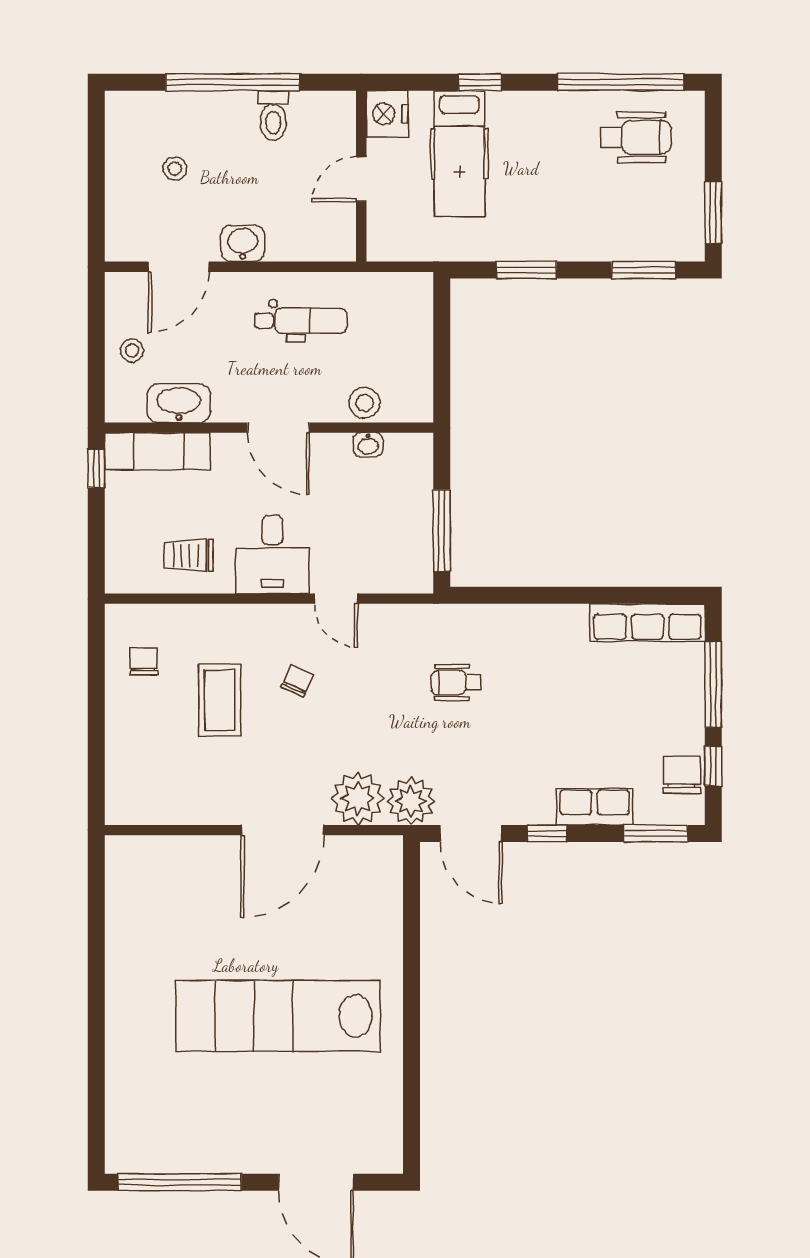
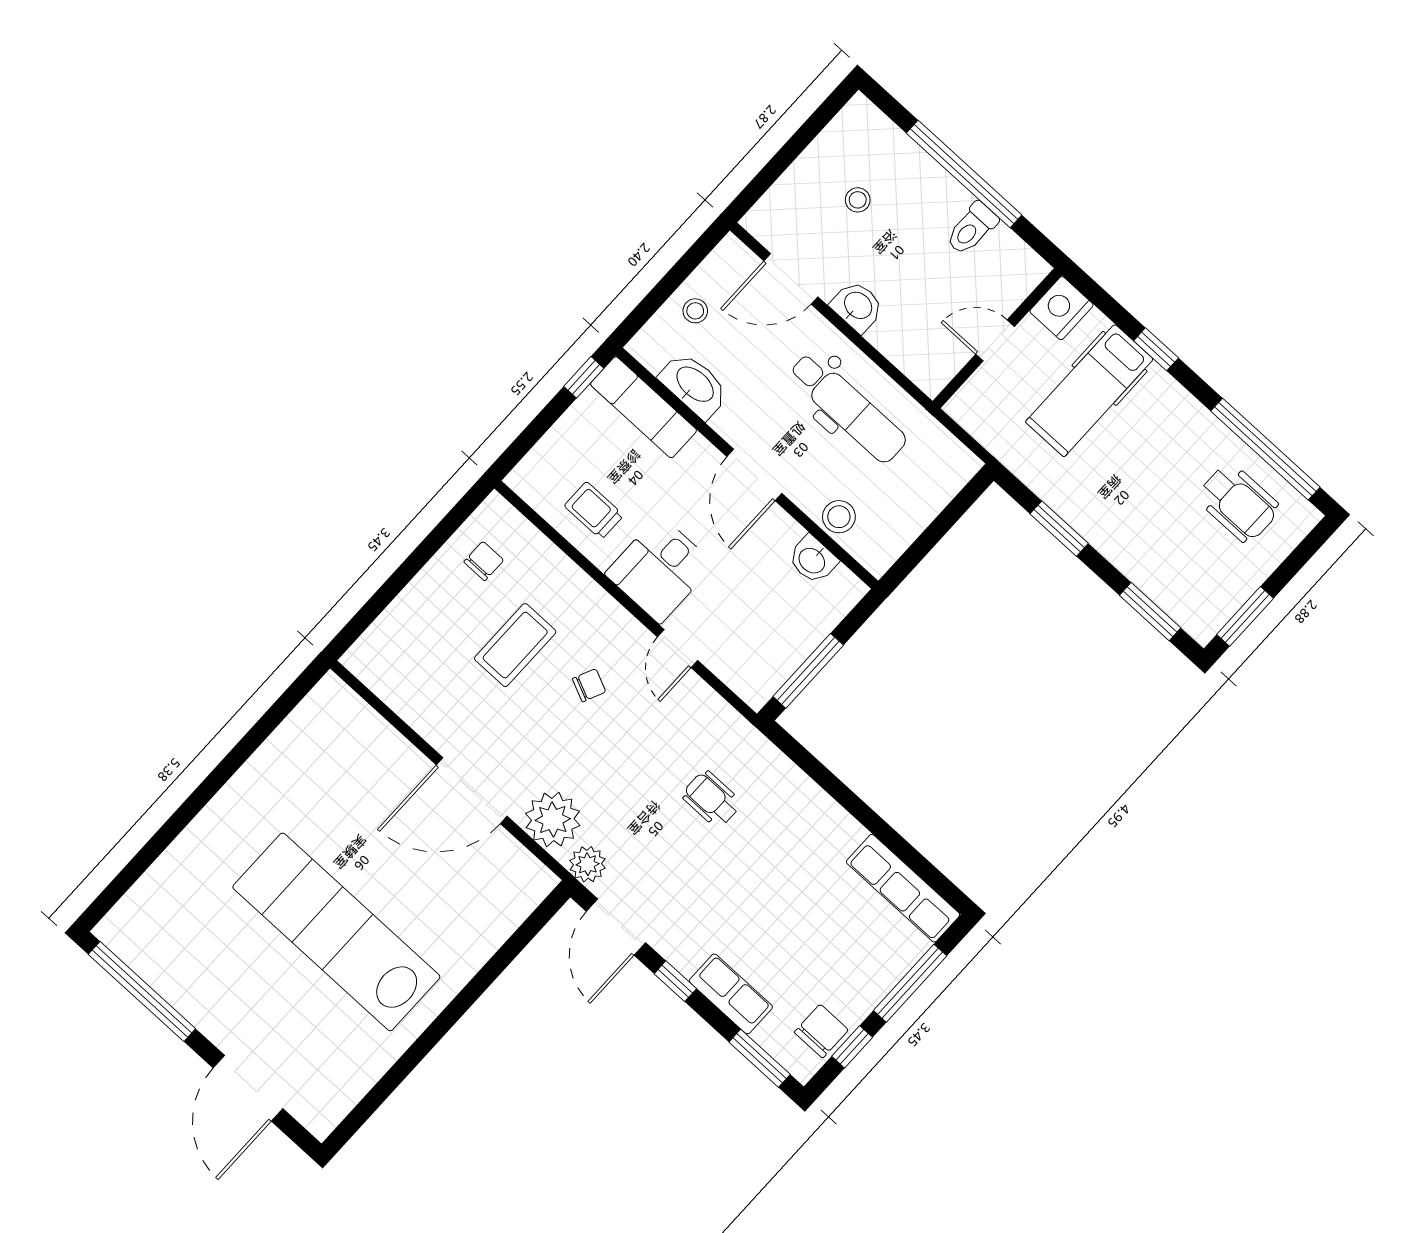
dental chair: (301, 321) -> (848, 408), width x1.36, depth x1.38
washbasin: (368, 445) -> (813, 560), width x1.38, depth x1.45
plant: (411, 801) -> (588, 864), width x0.73, depth x0.73

